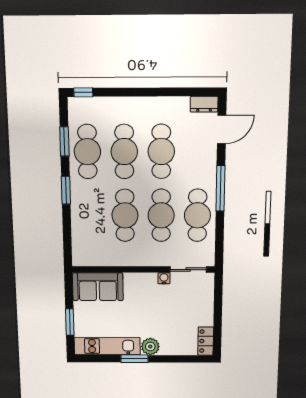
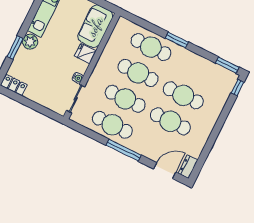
door: (222, 129) -> (165, 171), swing flipped
window: (64, 141) -> (227, 65), moved
cafe table: (87, 152) -> (151, 47), moved
fridge: (133, 283) -> (85, 54), added
window: (135, 359) -> (15, 48), moved

